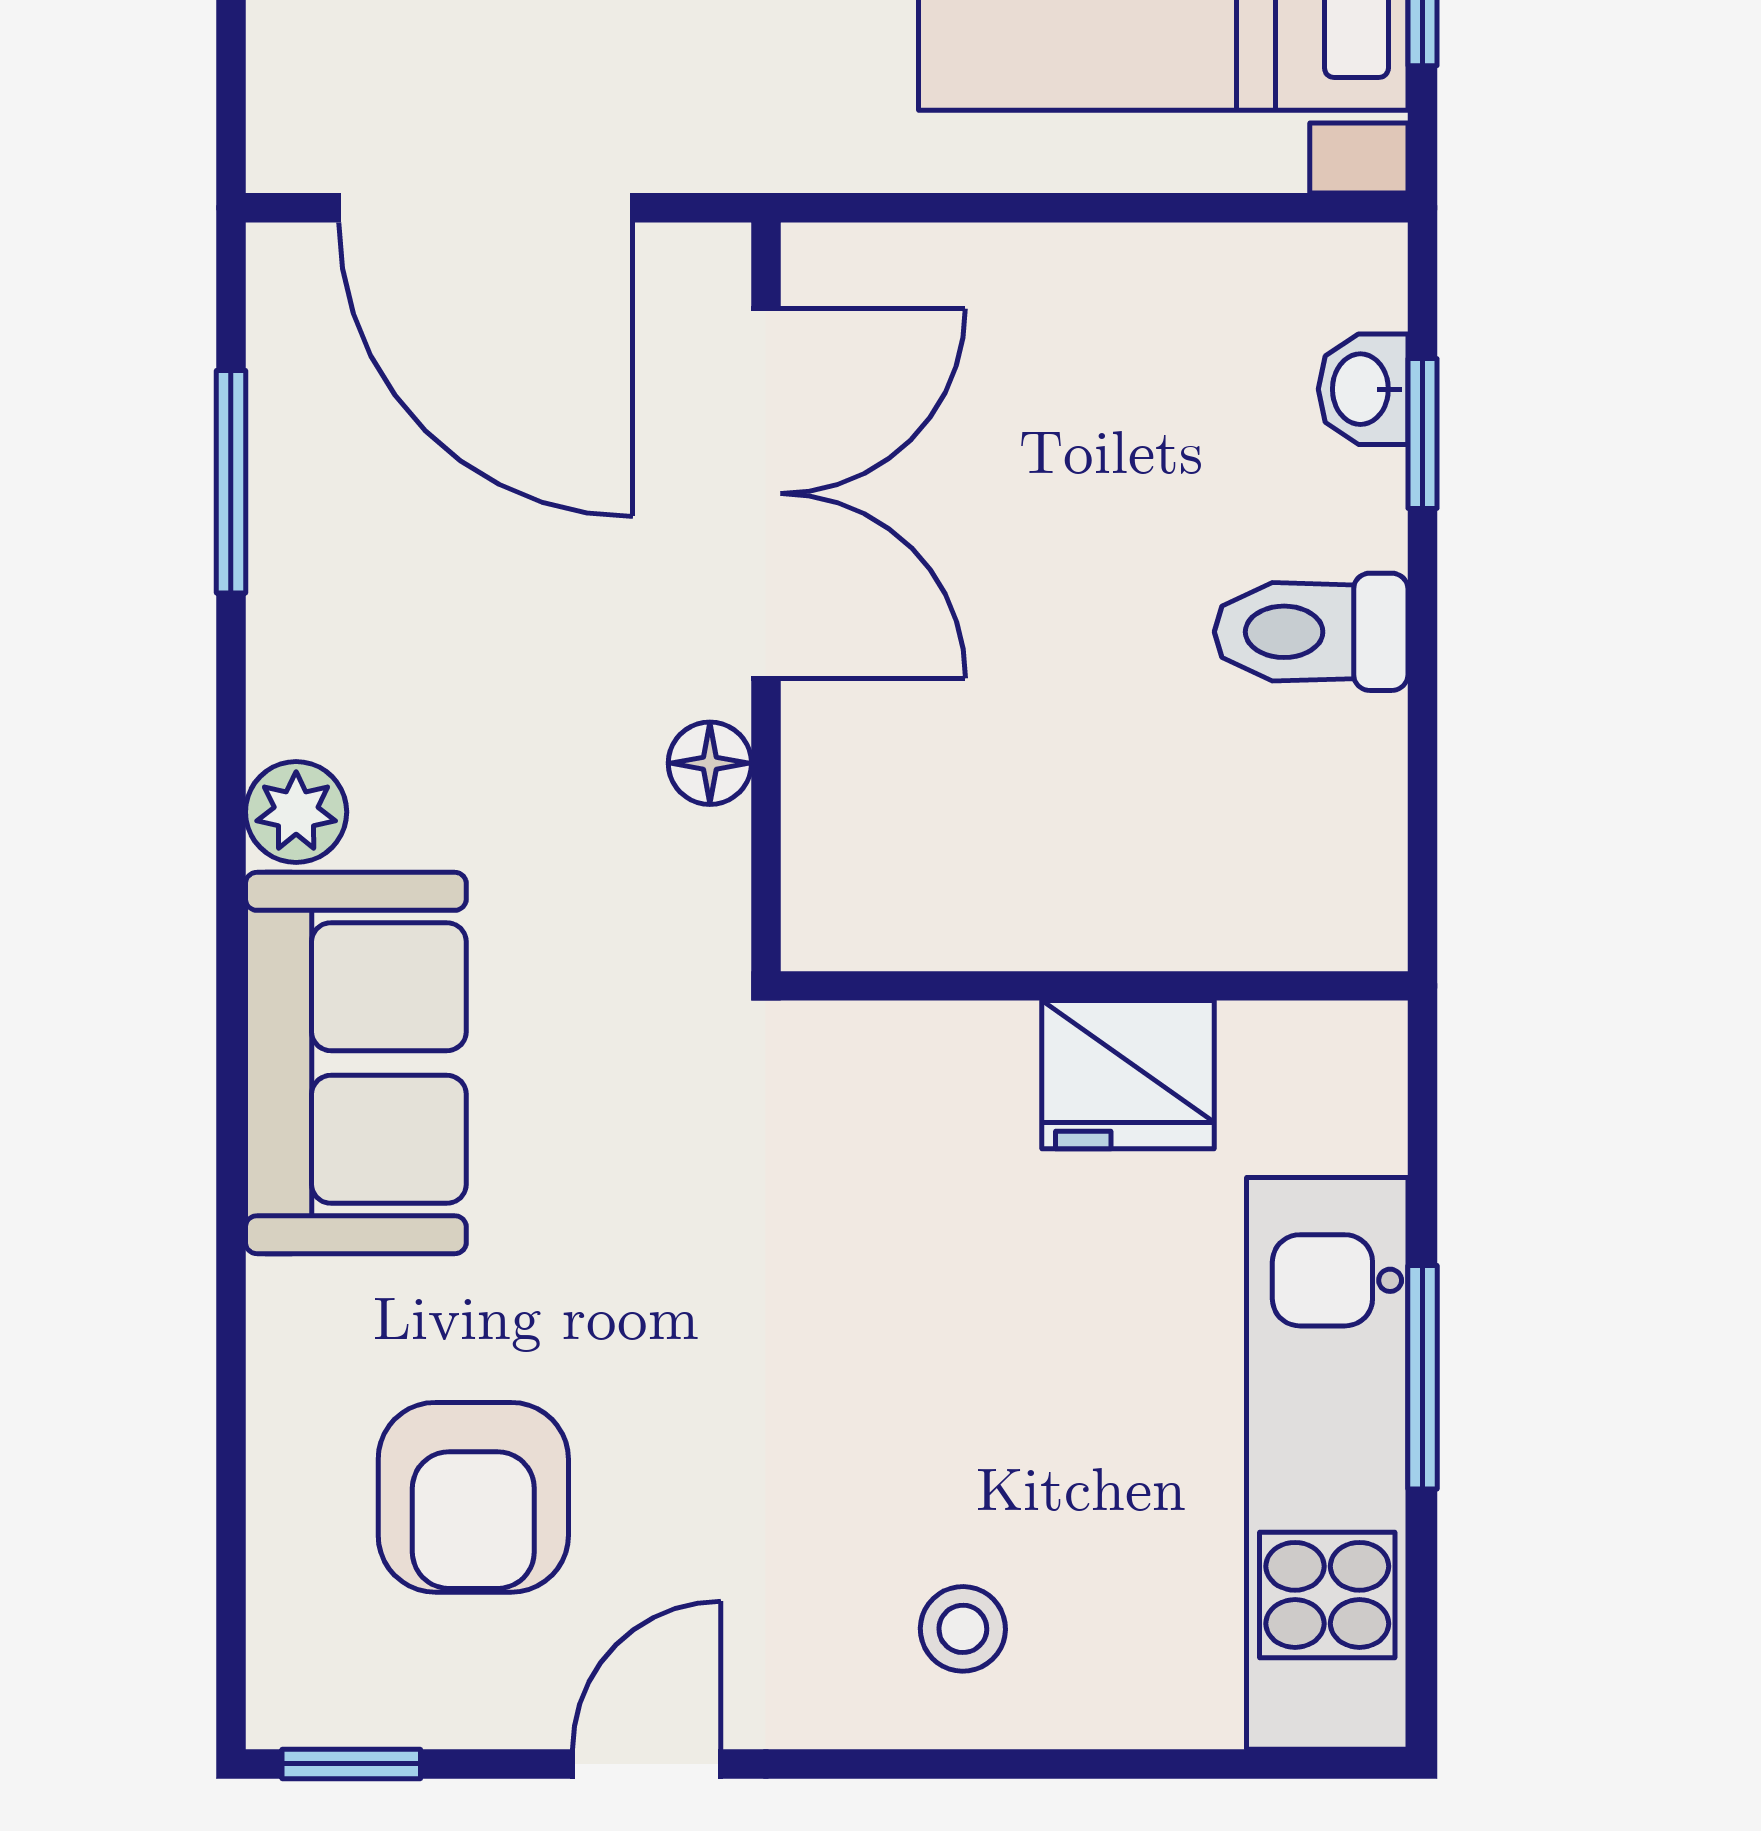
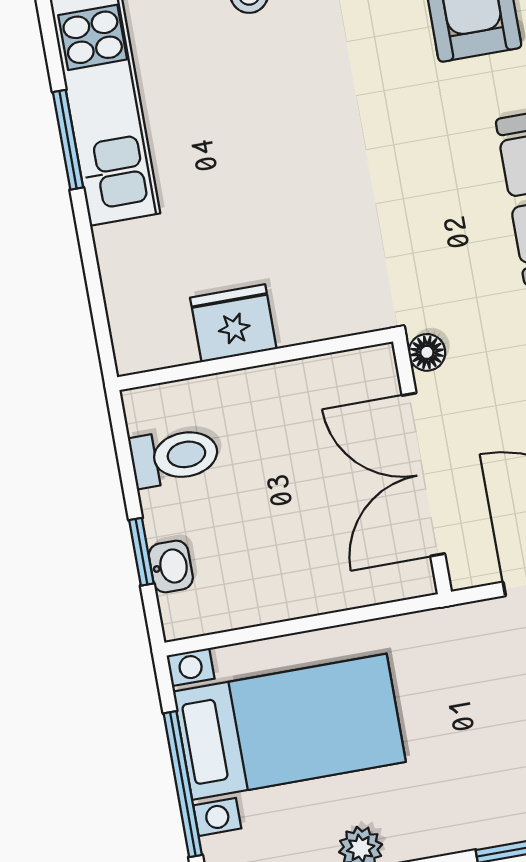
wall: (1094, 986) -> (255, 359), moved
fridge: (1128, 1075) -> (233, 323), moved

